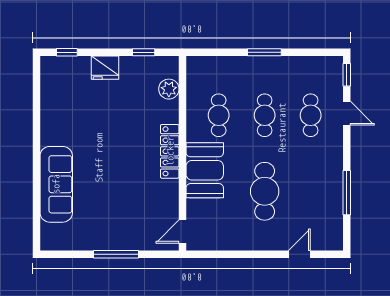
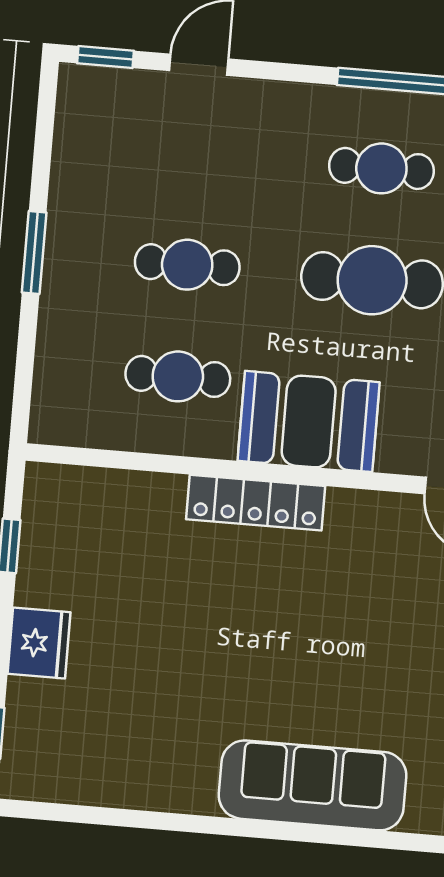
plant: (169, 89) -> (104, 492), removed
cafe table: (311, 115) -> (381, 168), moved

